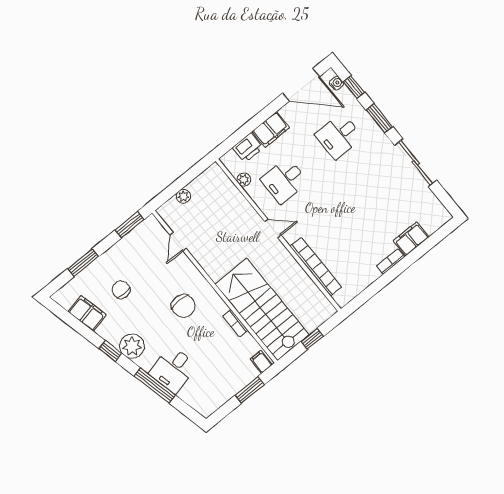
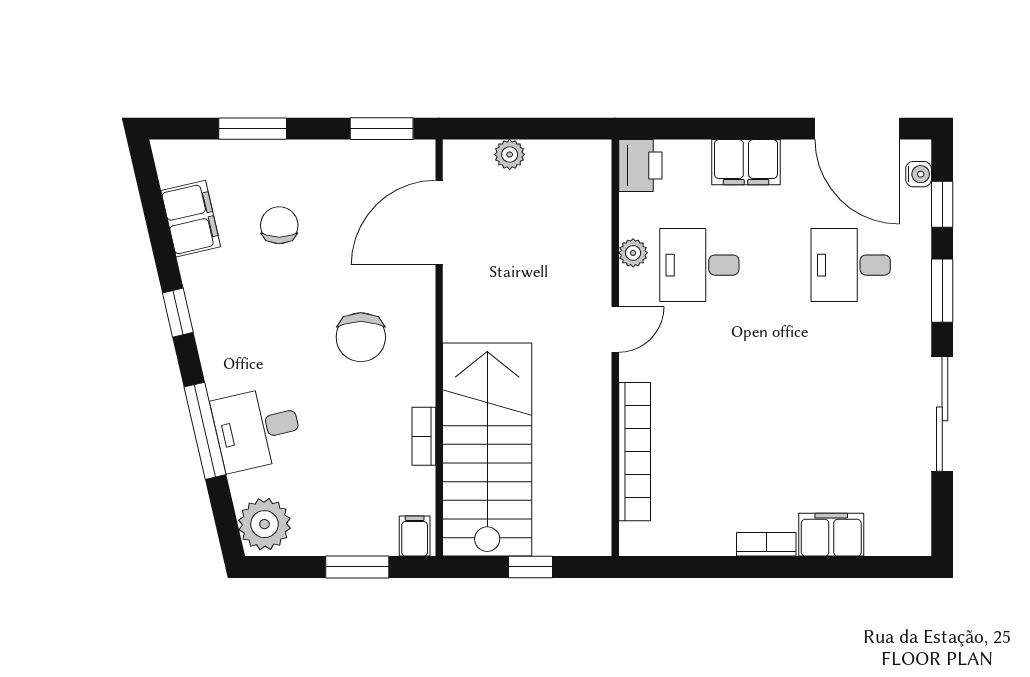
printer: (248, 148) -> (640, 166), moved, turned -90
plant: (244, 180) -> (633, 253), moved
door: (273, 228) -> (615, 329), hinge flipped
door: (178, 242) -> (439, 223), width x1.87
plant: (132, 346) -> (264, 524), moved

